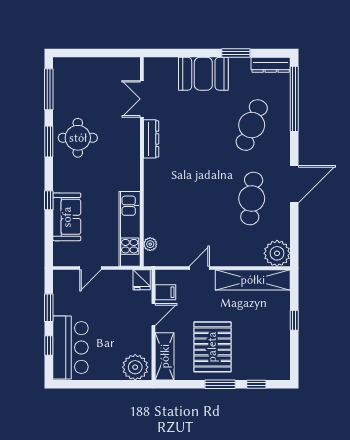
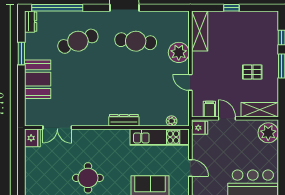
dresser: (271, 65) -> (31, 22), width x0.70
fridge: (129, 67) -> (32, 138), added
cafe table: (252, 125) -> (78, 41), turned -42
dresser: (151, 139) -> (124, 120), moved
plant: (277, 253) -> (179, 52), moved
shelving: (253, 280) -> (200, 31), width x0.68
pallet: (212, 347) -> (252, 72), width x0.49, depth x0.50

